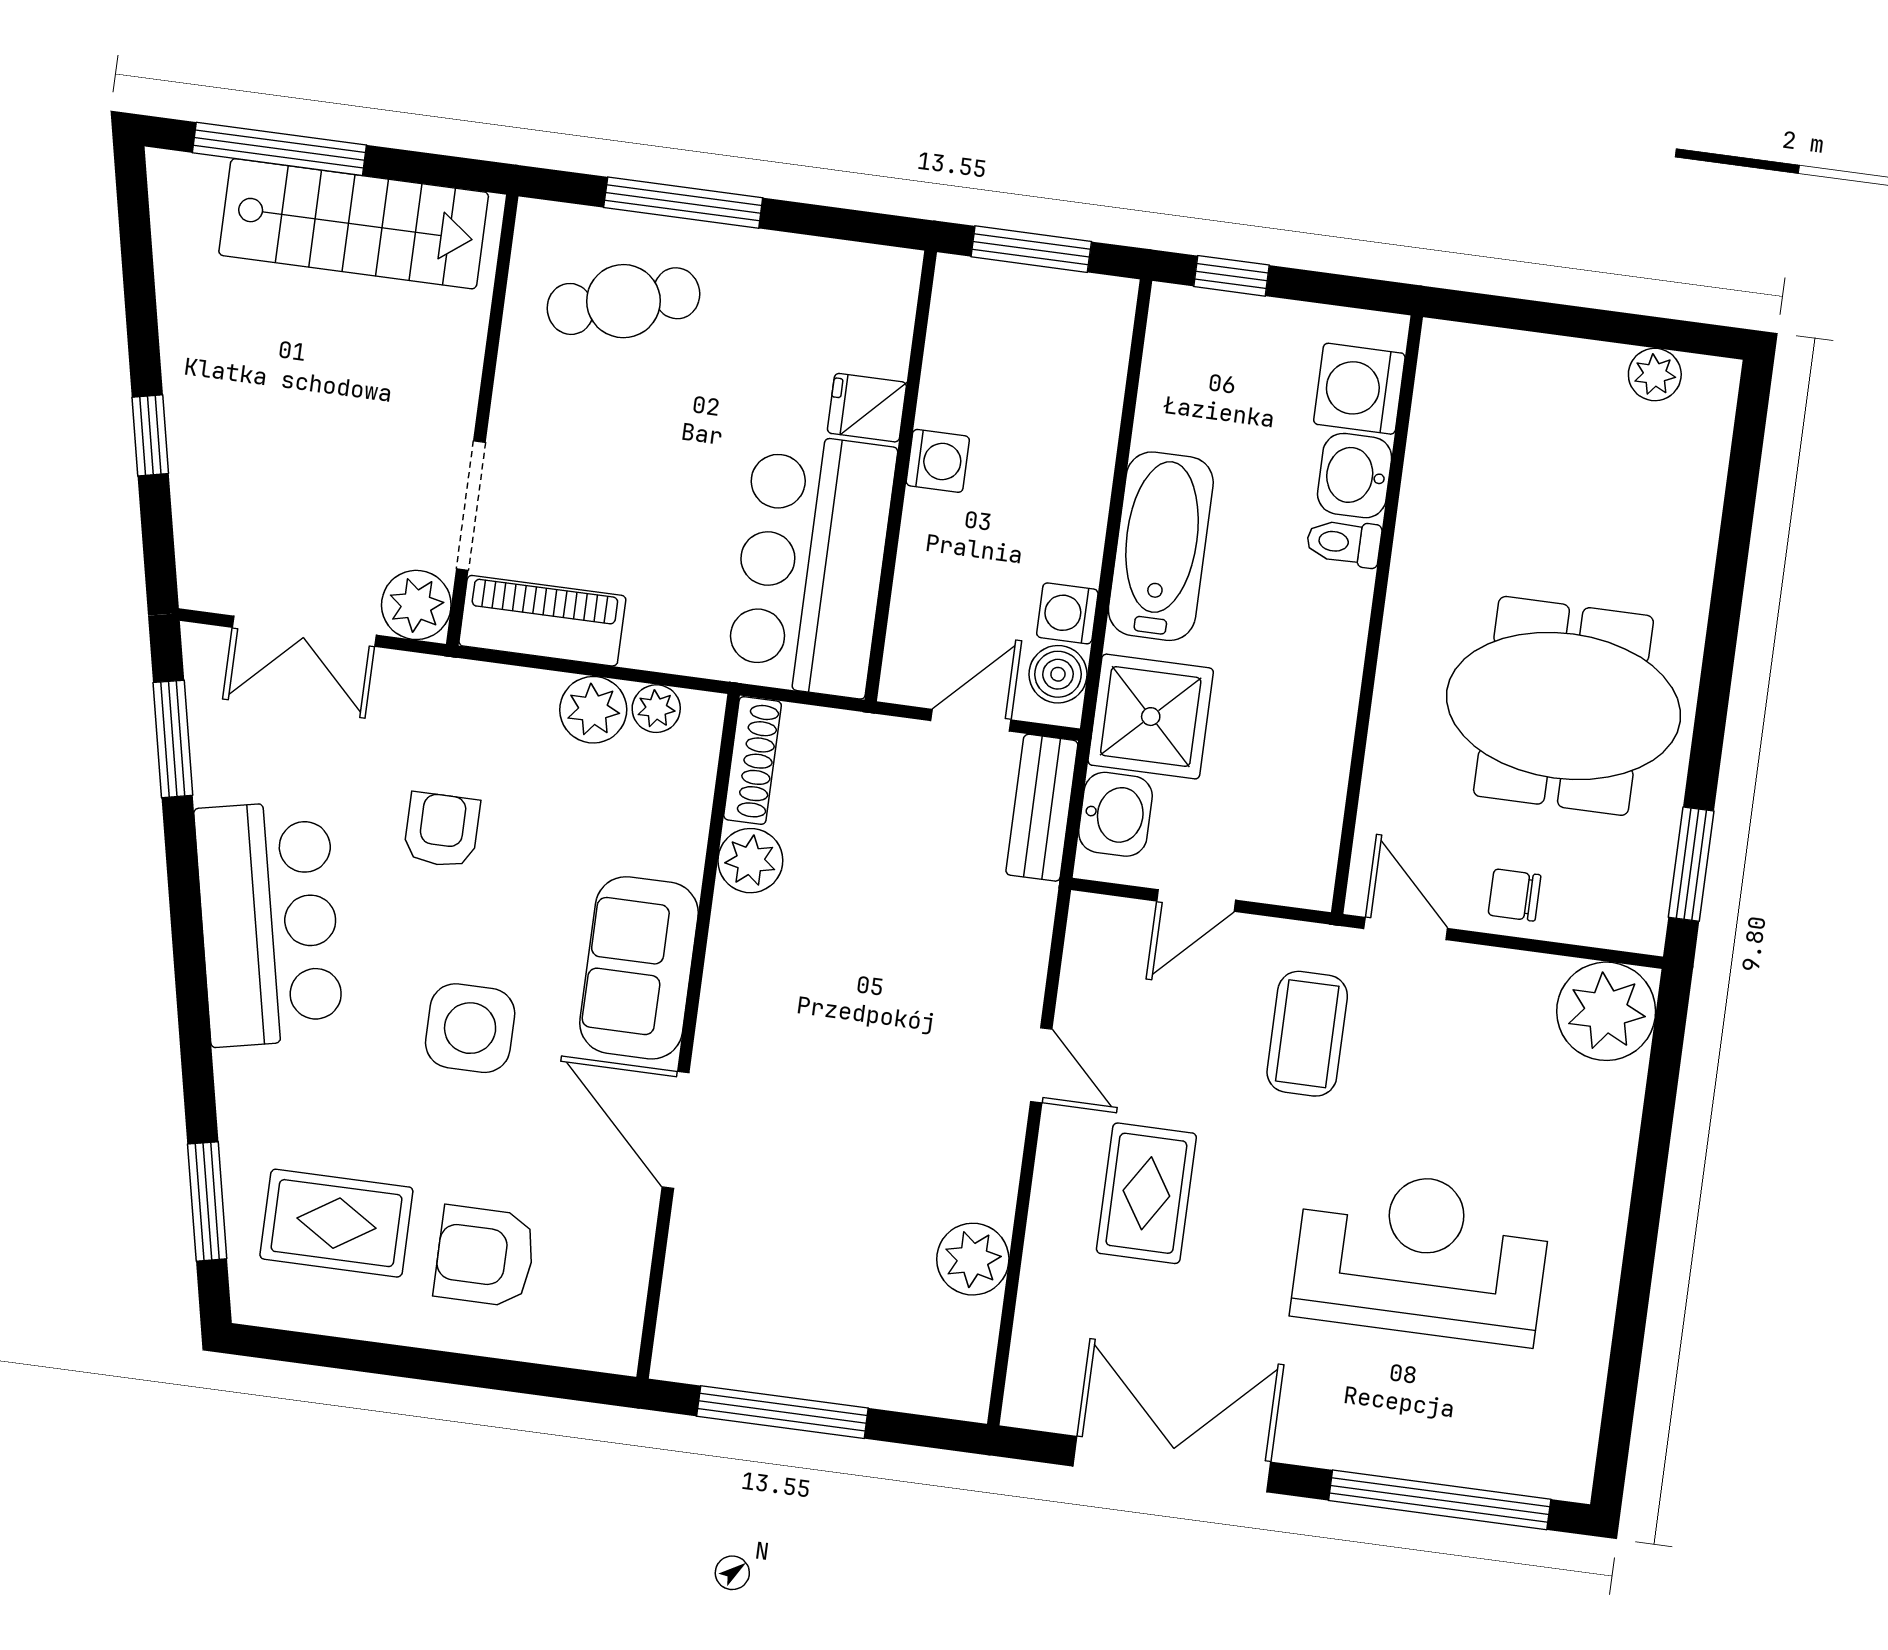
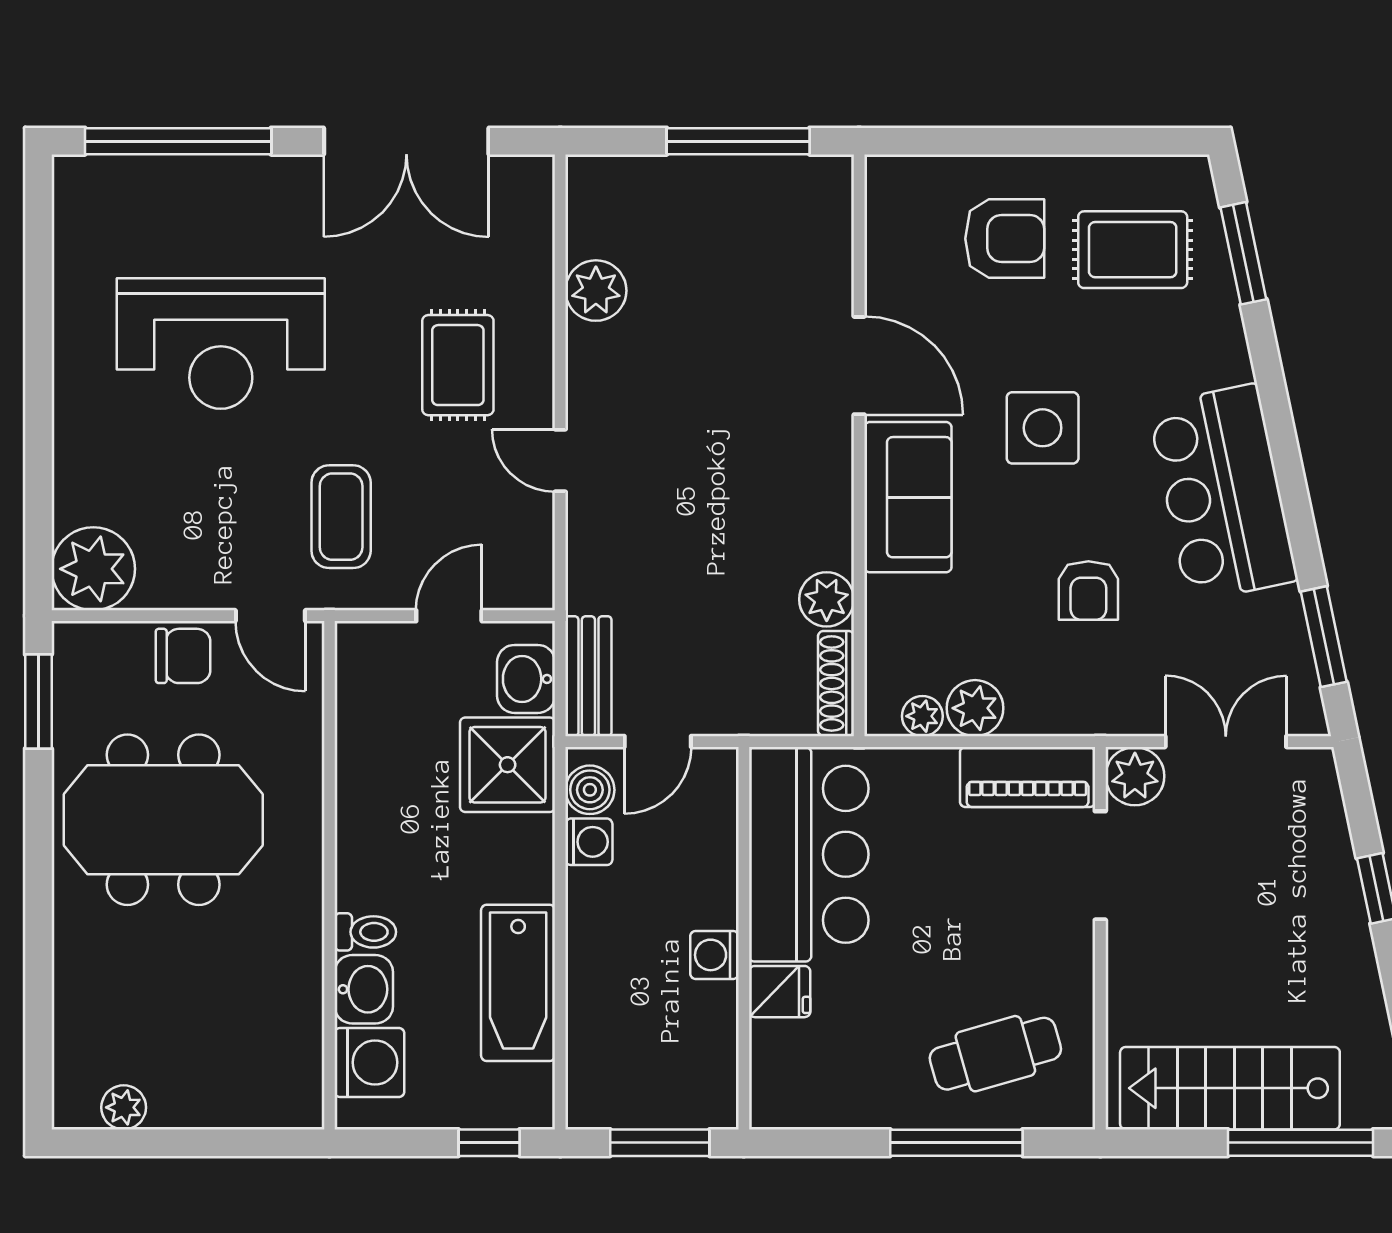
bathtub: (1161, 546) -> (518, 983), moved
chair: (1514, 895) -> (183, 656), width x1.37, depth x1.37

